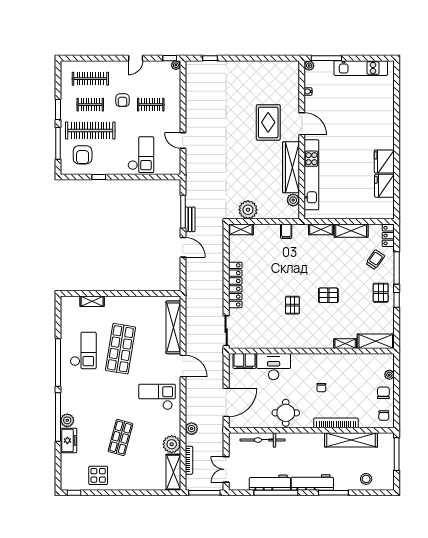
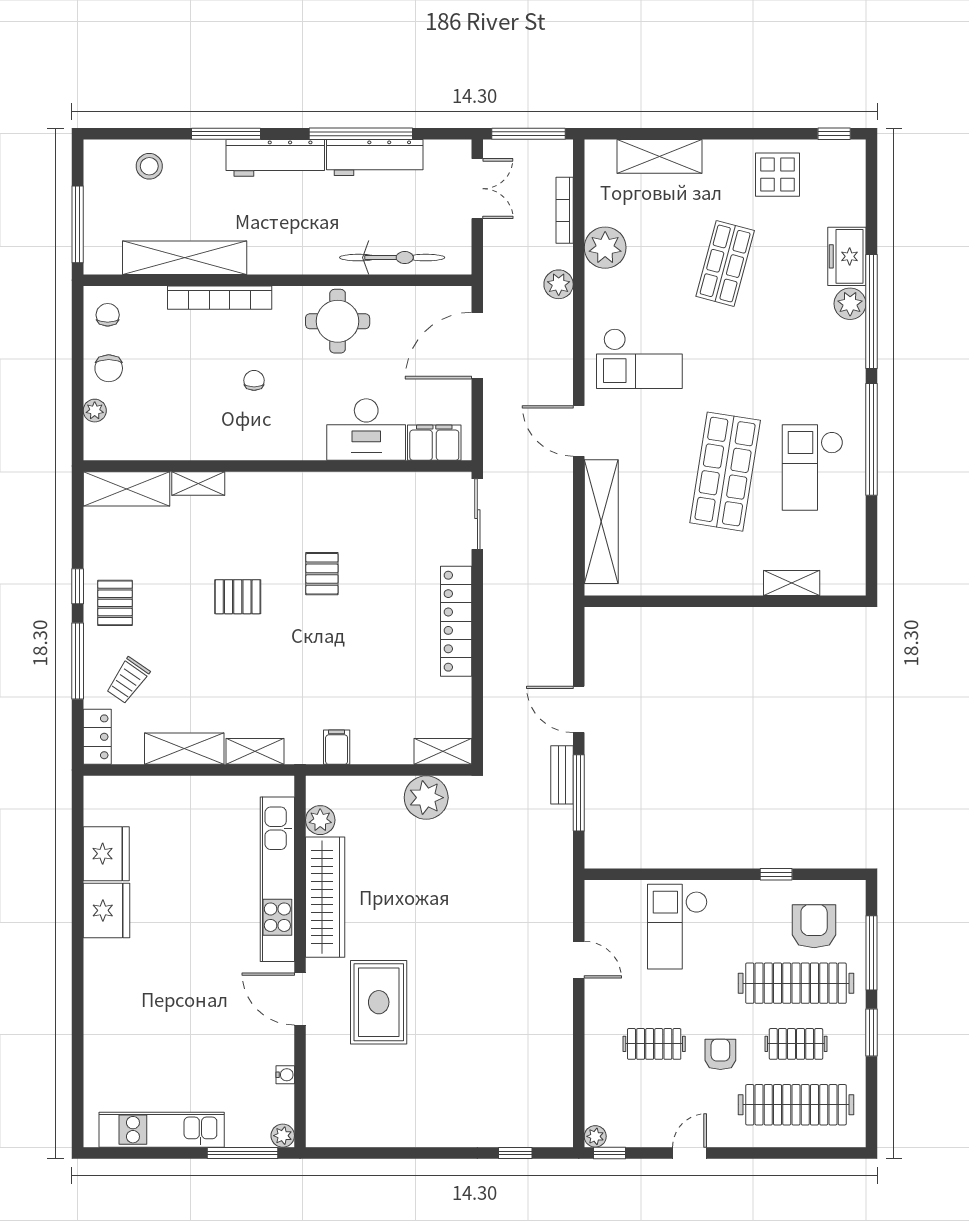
clothes rail: (90, 79) -> (796, 1105), width x1.37, depth x1.31
shelving: (173, 472) -> (659, 156), moved, turned 90

